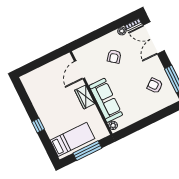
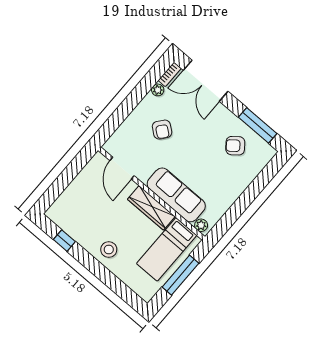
wardrobe: (85, 97) -> (151, 208), width x1.50
stool: (50, 116) -> (109, 250), added
window: (38, 126) -> (64, 241), moved
bed: (72, 139) -> (167, 249), moved, turned 180

